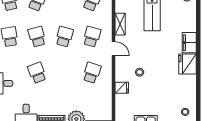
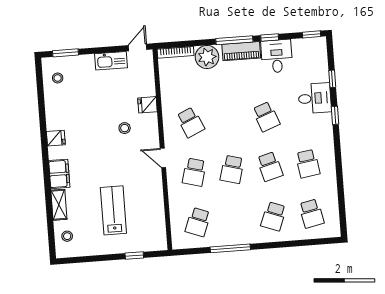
shelving: (120, 24) -> (59, 205), moved
fridge: (187, 64) -> (56, 138), width x0.53, depth x0.75
school desk: (92, 73) -> (190, 122), turned -42

